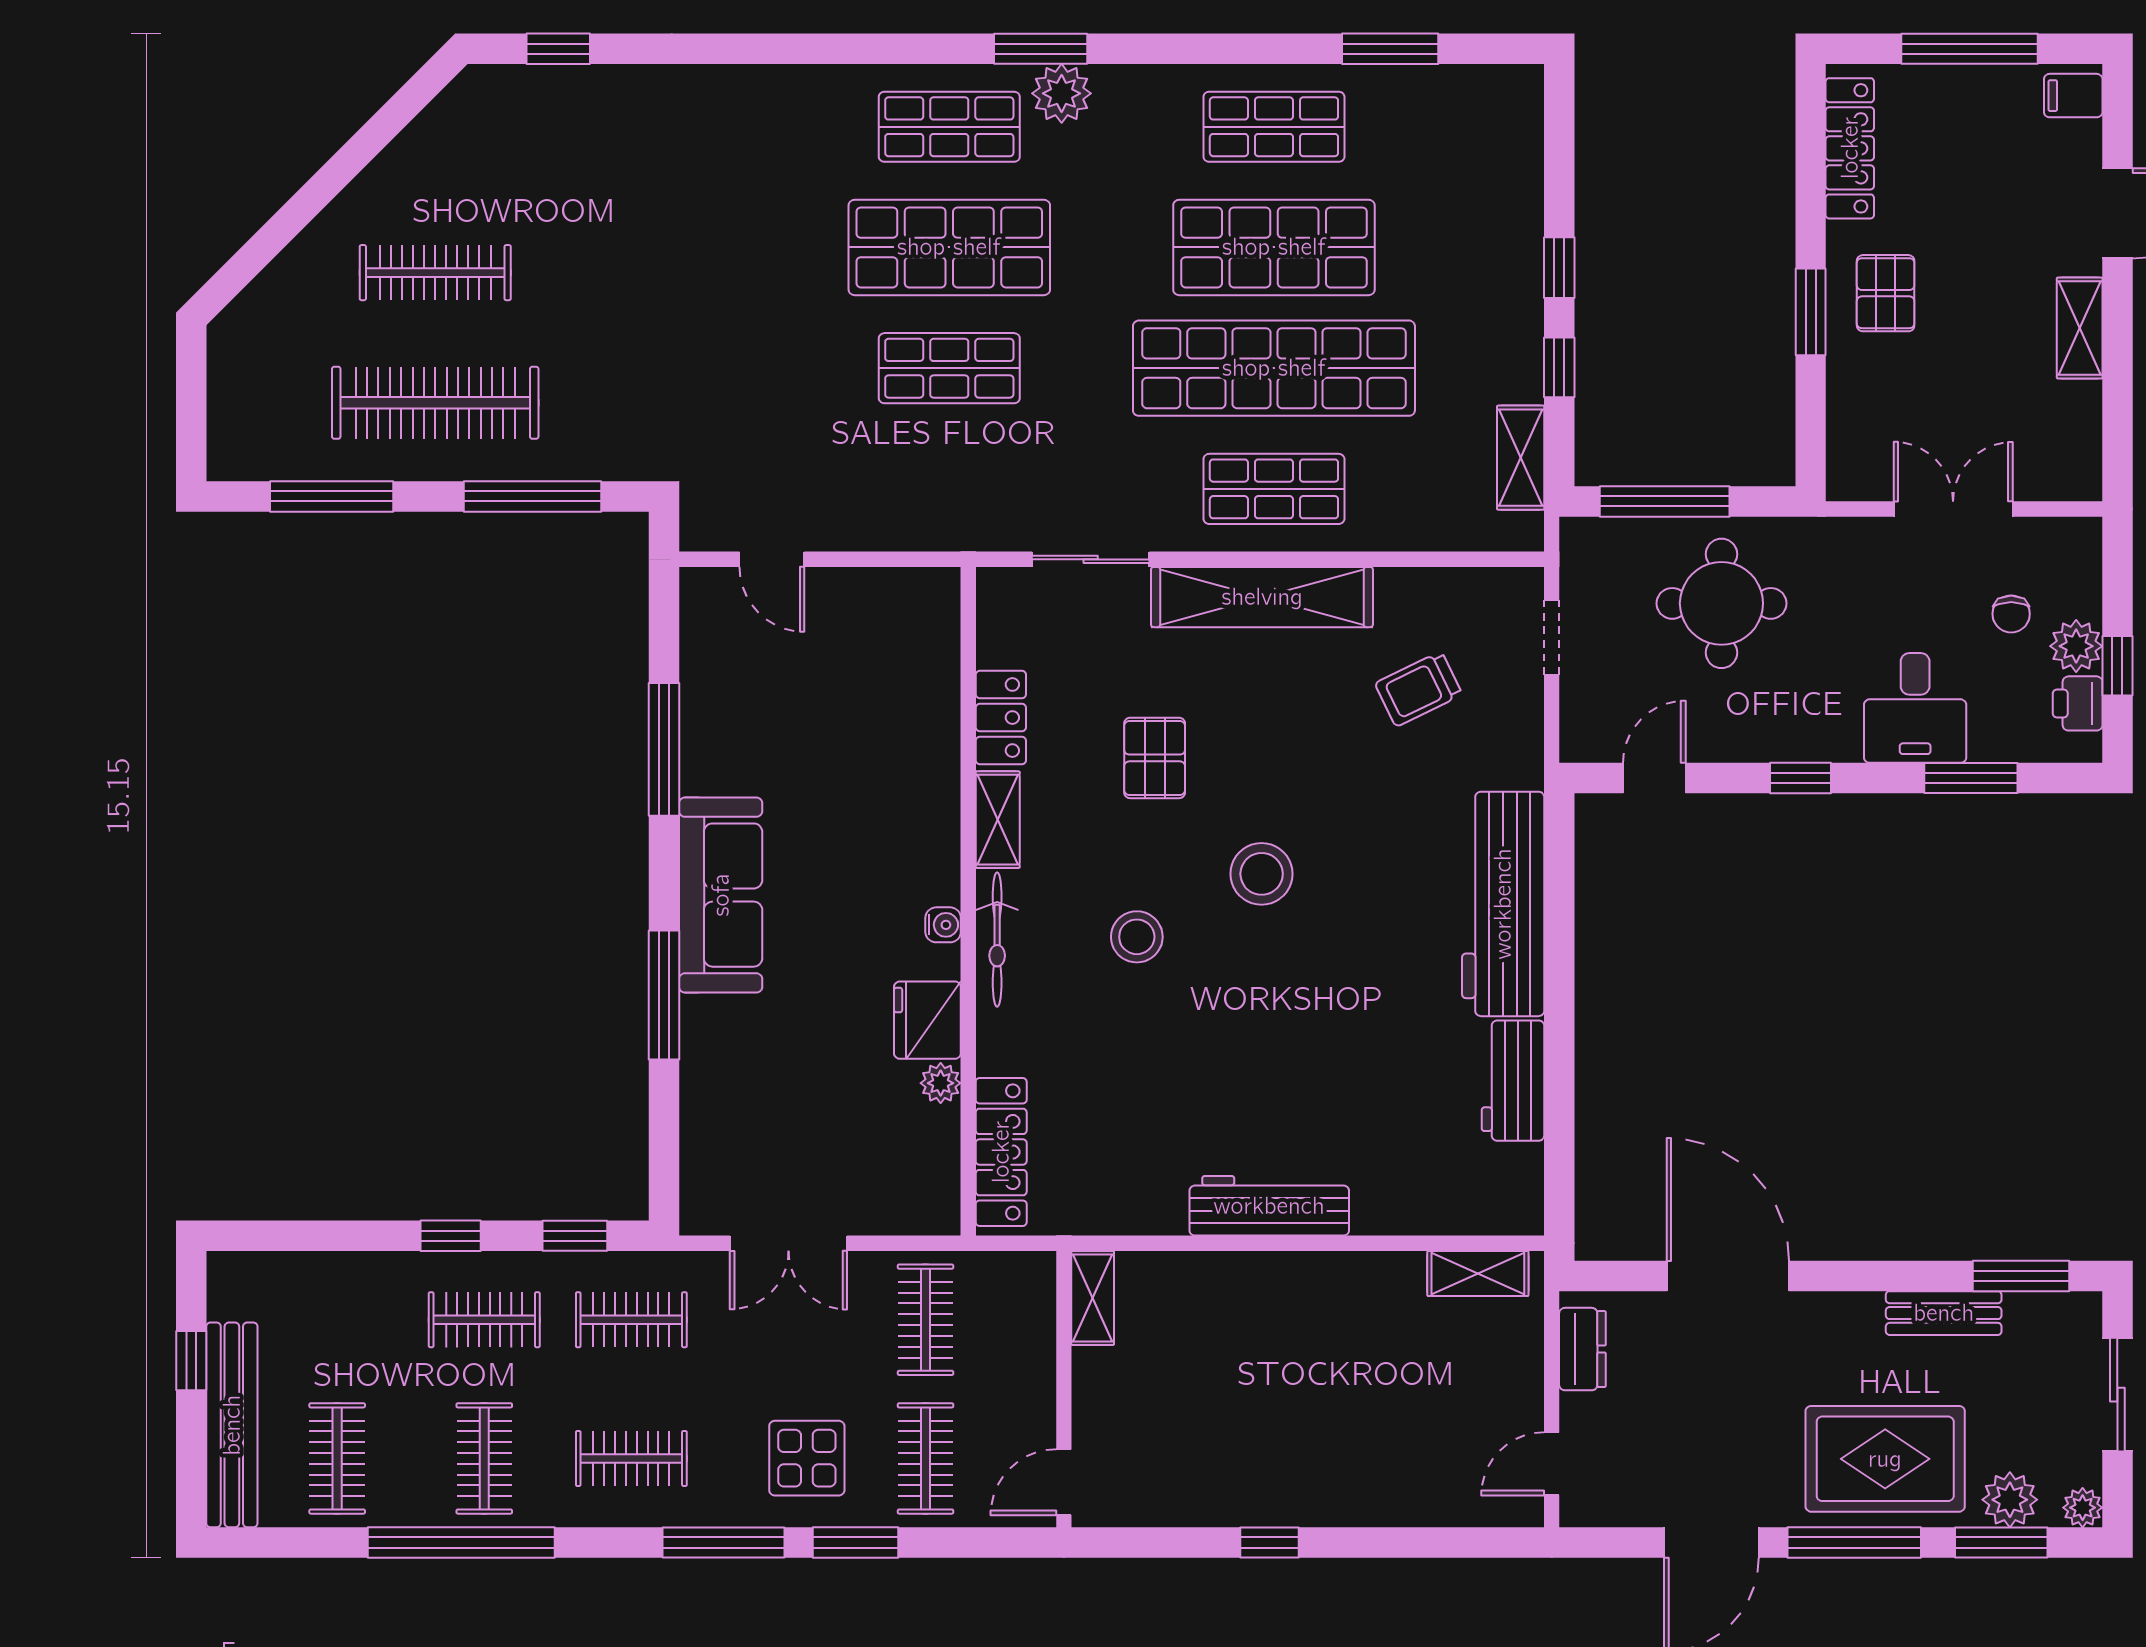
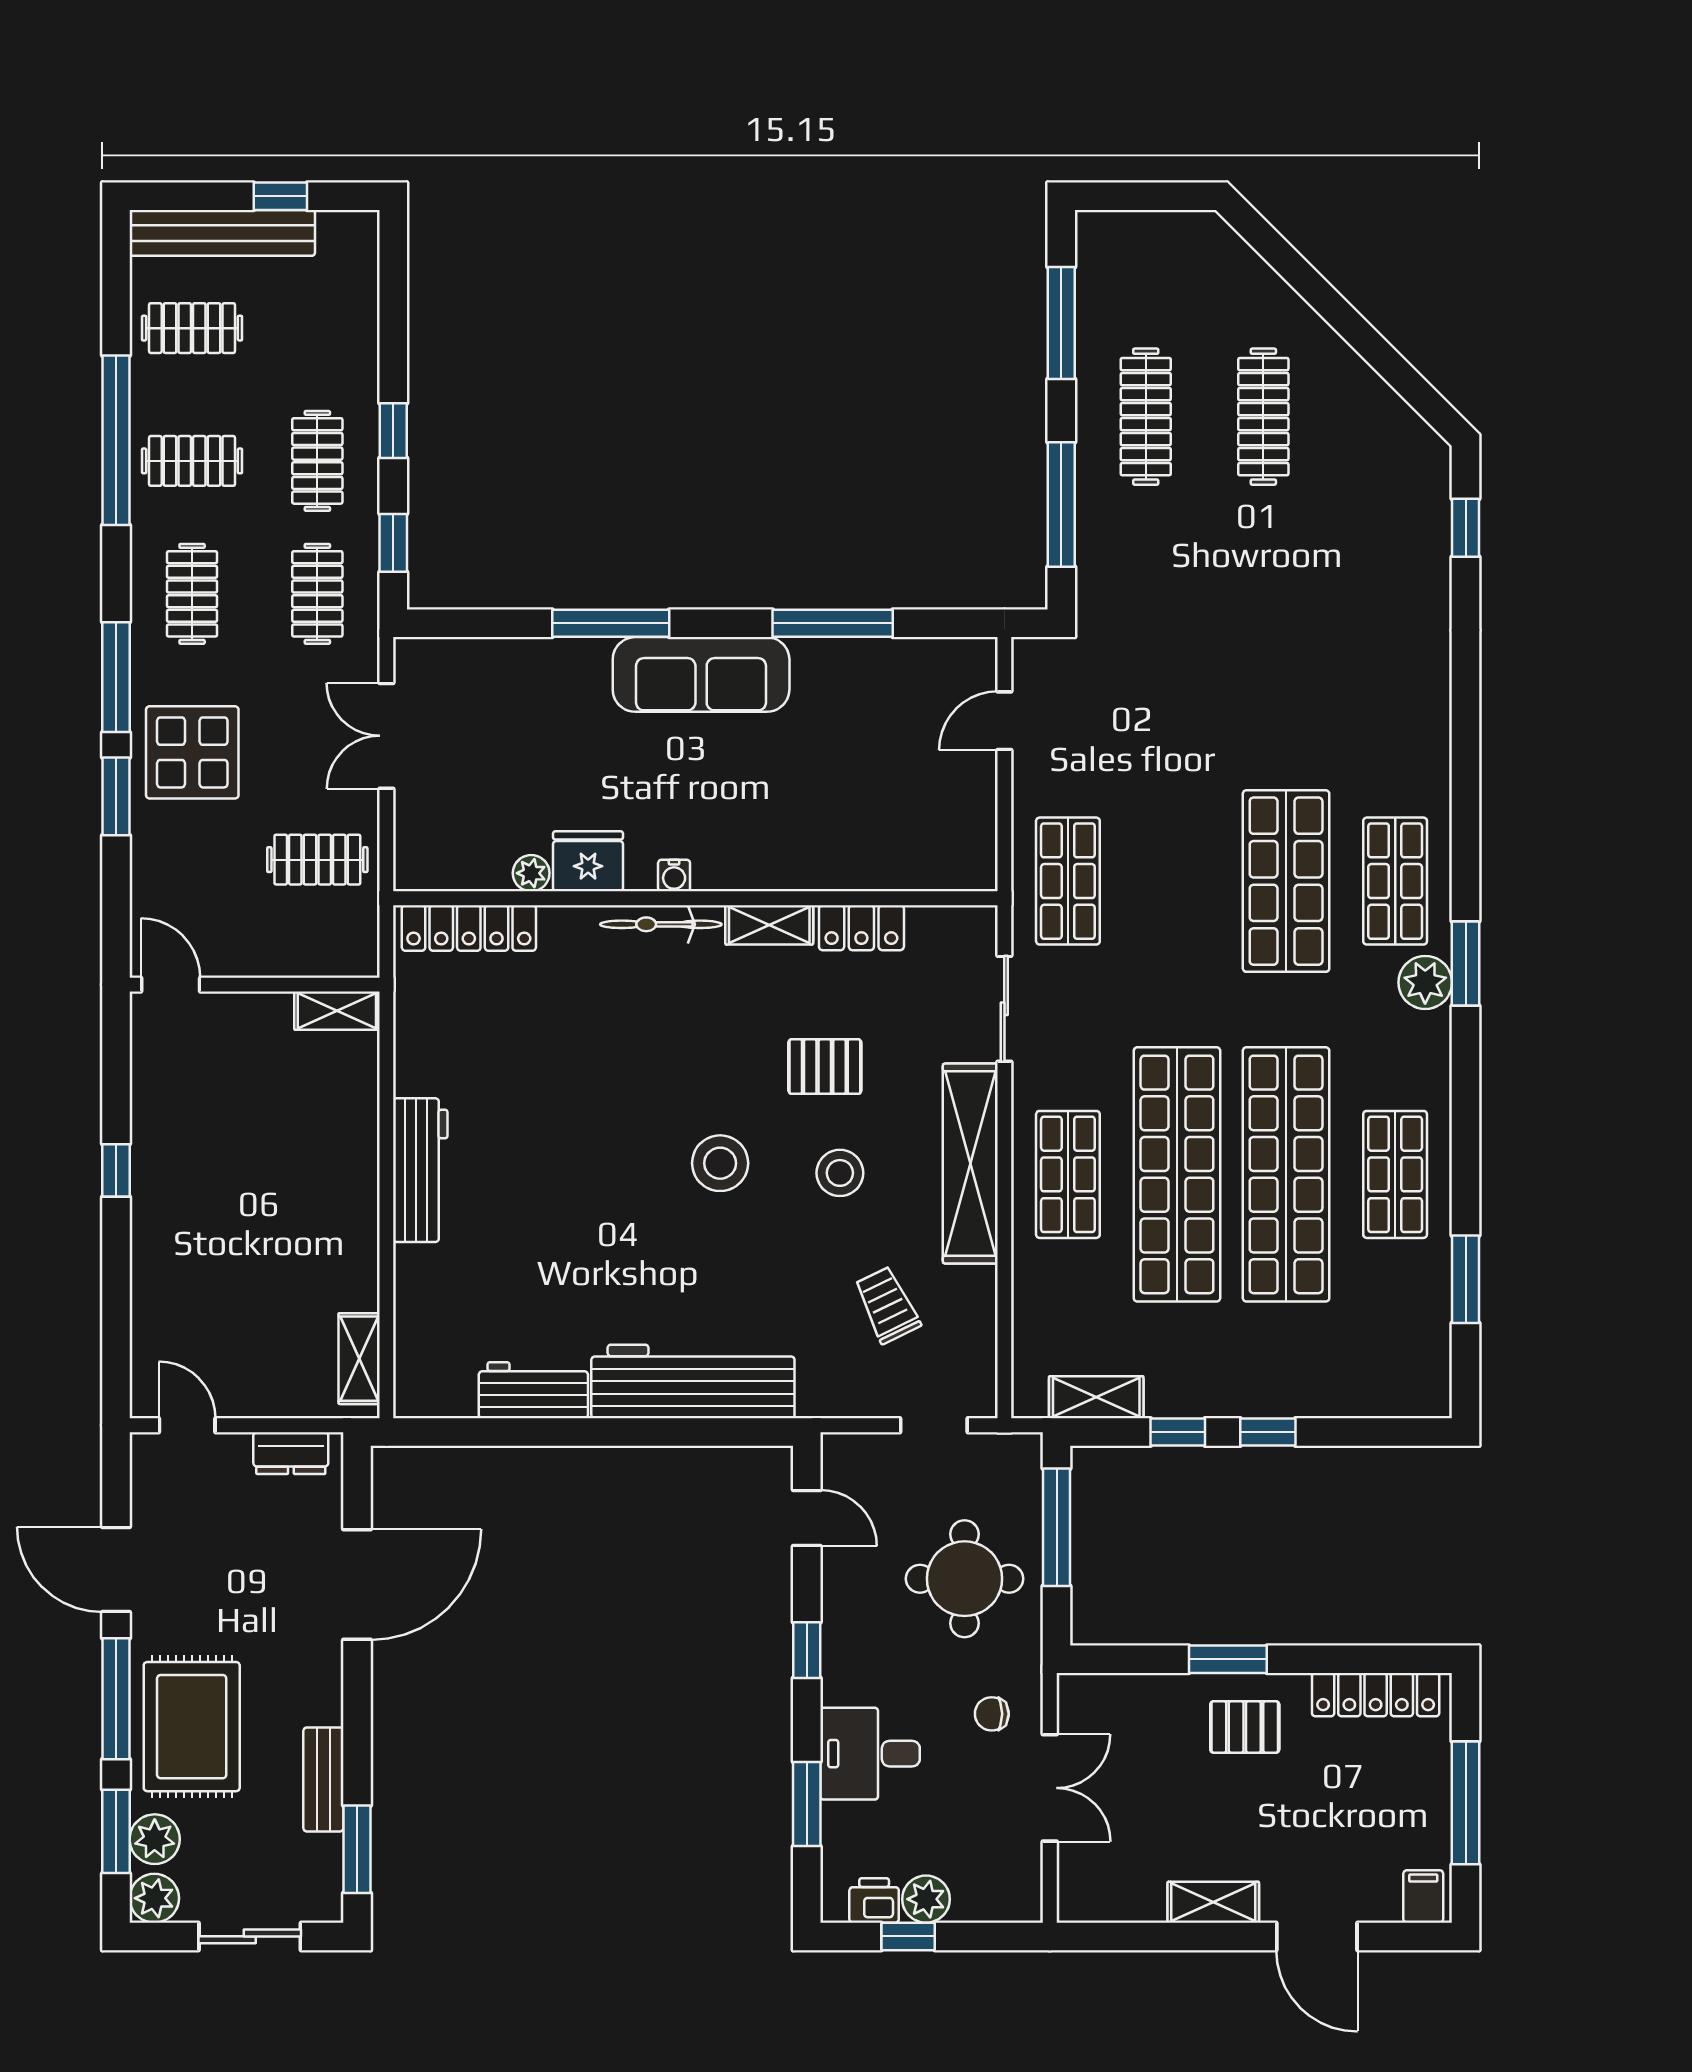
shop shelf: (1274, 247) -> (1286, 1174), width x1.40
shop shelf: (949, 368) -> (1068, 881), moved
clothes rail: (435, 403) -> (1146, 417), width x0.73, depth x0.76
chair: (2011, 614) -> (992, 1714), moved
stool: (1137, 937) -> (840, 1173), moved
display table: (807, 1458) -> (192, 752), width x1.36, depth x1.36
clothes rail: (926, 1458) -> (192, 860), removed
plant: (2083, 1508) -> (154, 1898), width x1.38, depth x1.38

